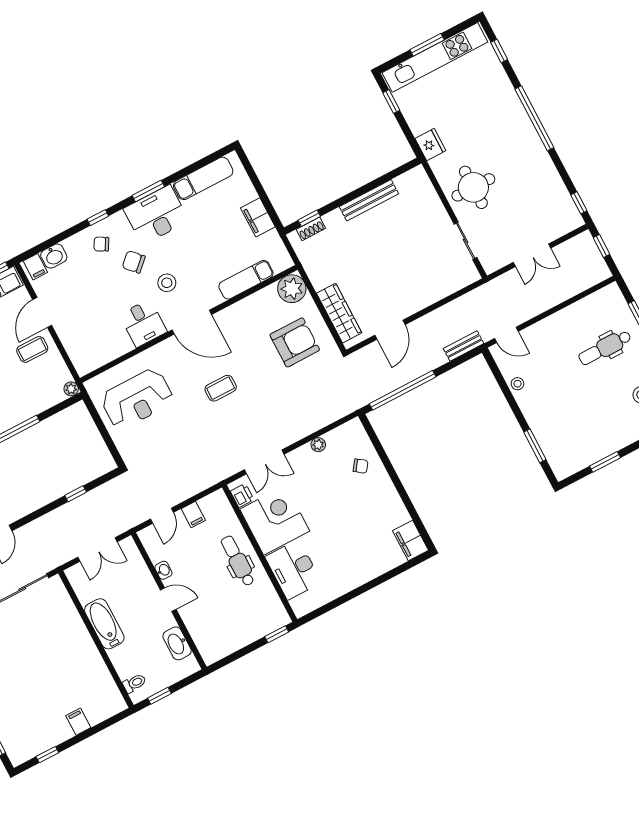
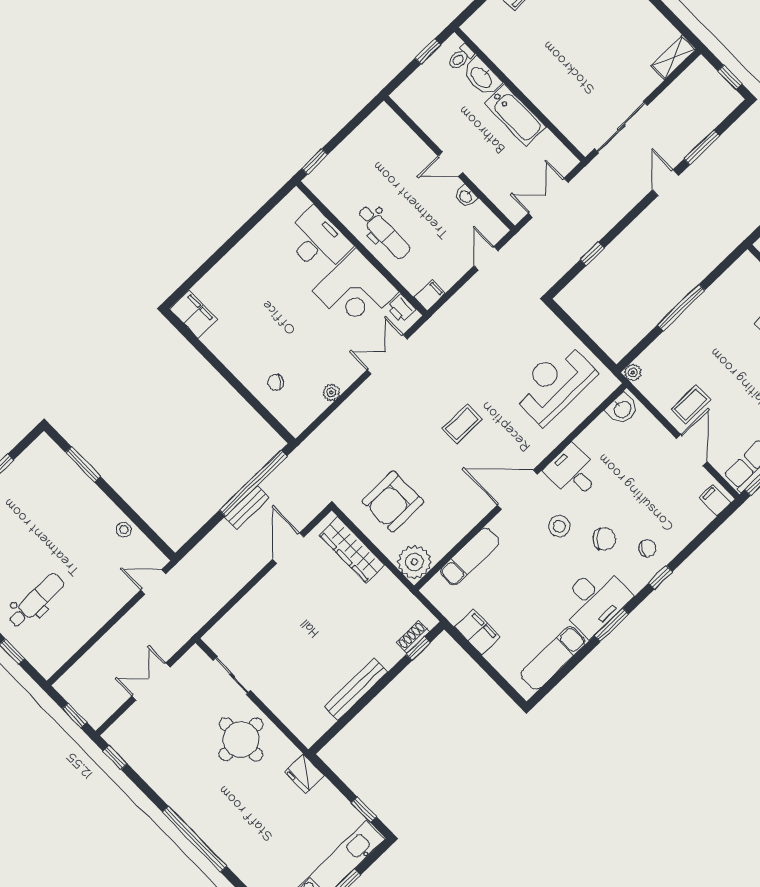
washbasin: (54, 256) -> (622, 409), moved, turned 180
bench: (464, 346) -> (247, 508), moved
filing cabinet: (193, 515) -> (430, 295), moved, turned 90
washbasin: (177, 643) -> (482, 77), moved, turned 180

